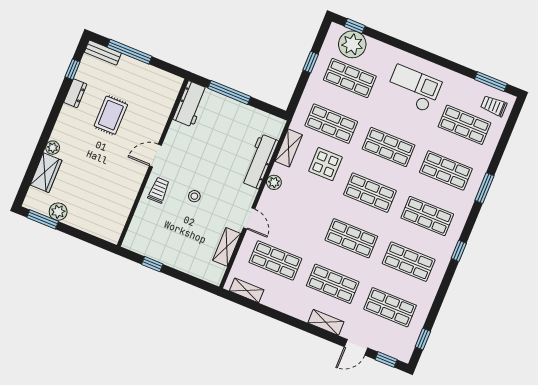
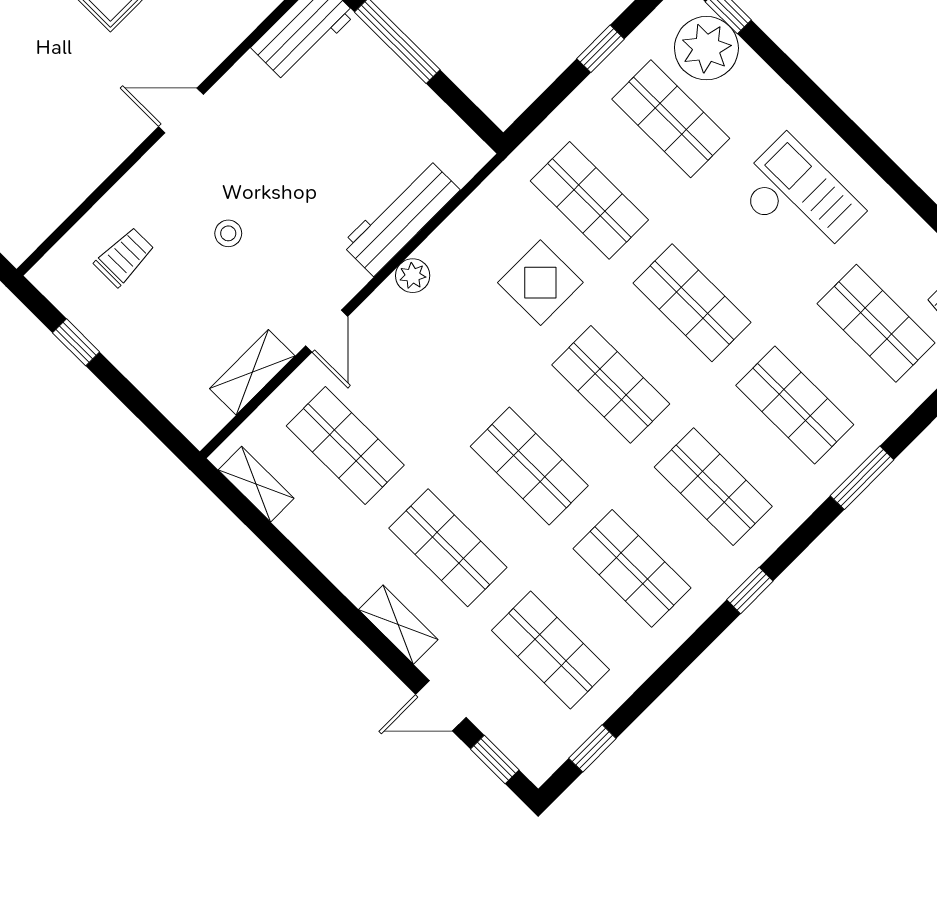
shelving: (289, 148) -> (475, 215), removed
trolley: (159, 190) -> (124, 257), moved

